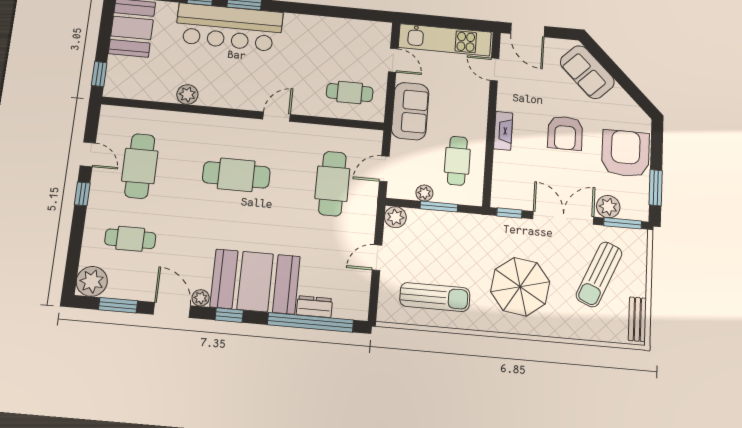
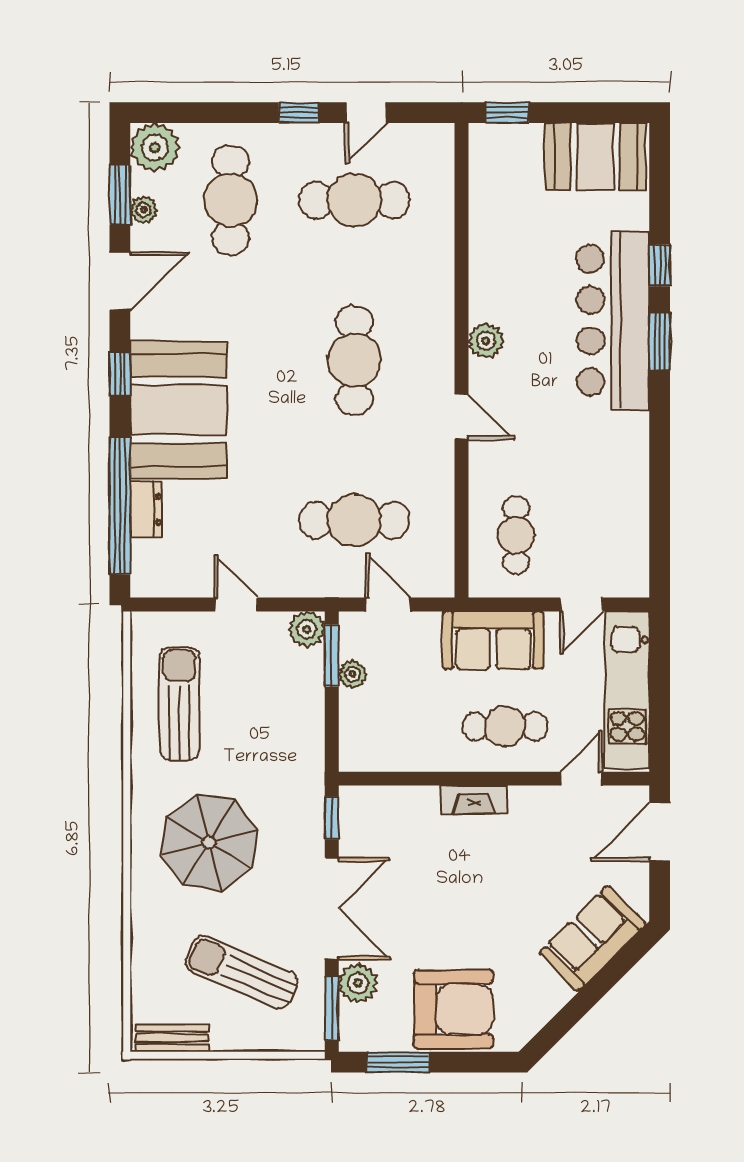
plant: (187, 95) -> (486, 341), moved
armchair: (565, 133) -> (480, 905), removed
cafe table: (457, 161) -> (505, 726), moved
window: (439, 207) -> (332, 656), moved
cafe table: (130, 239) -> (231, 200), width x1.37, depth x1.35
sun lounger: (435, 297) -> (179, 704), turned 180
plant: (201, 298) -> (144, 210), moved

